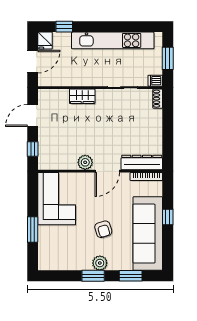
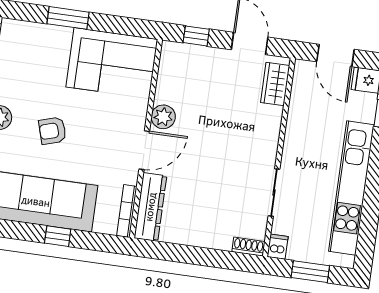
wardrobe: (82, 96) -> (275, 84), moved
door: (107, 171) -> (144, 150), swing flipped

